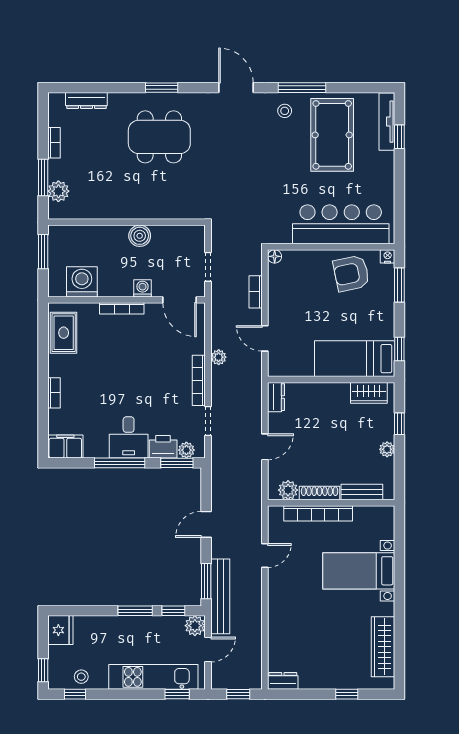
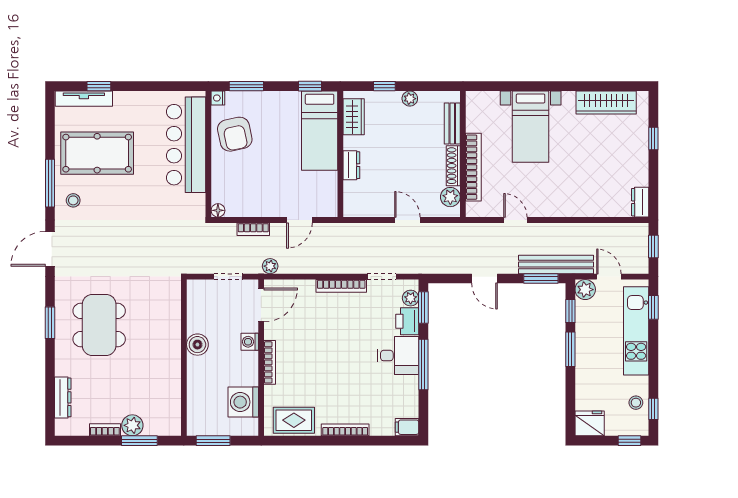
plant: (58, 191) -> (132, 425), moved
plant: (219, 357) -> (270, 266), moved
bookcase: (54, 393) -> (345, 430), width x1.56
dresser: (276, 397) -> (351, 165), moved, turned 90
filing cabinet: (65, 446) -> (407, 427), width x0.50

